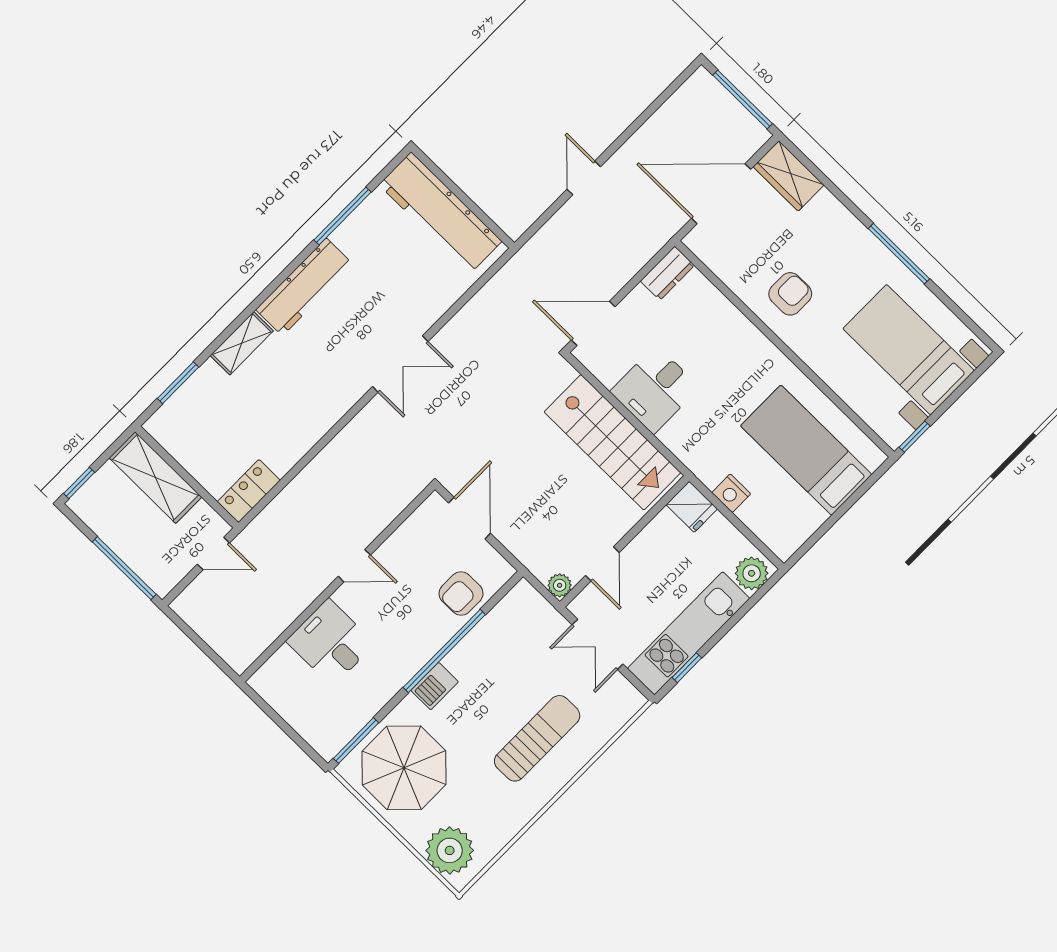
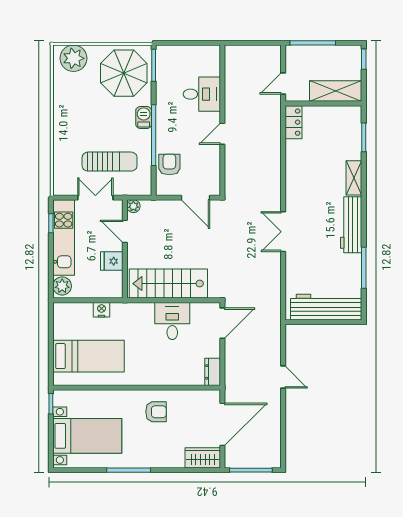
armchair: (790, 294) -> (156, 412), turned -90
fridge: (692, 507) -> (112, 261), moved
sun lounger: (537, 738) -> (110, 162), moved, turned -90

